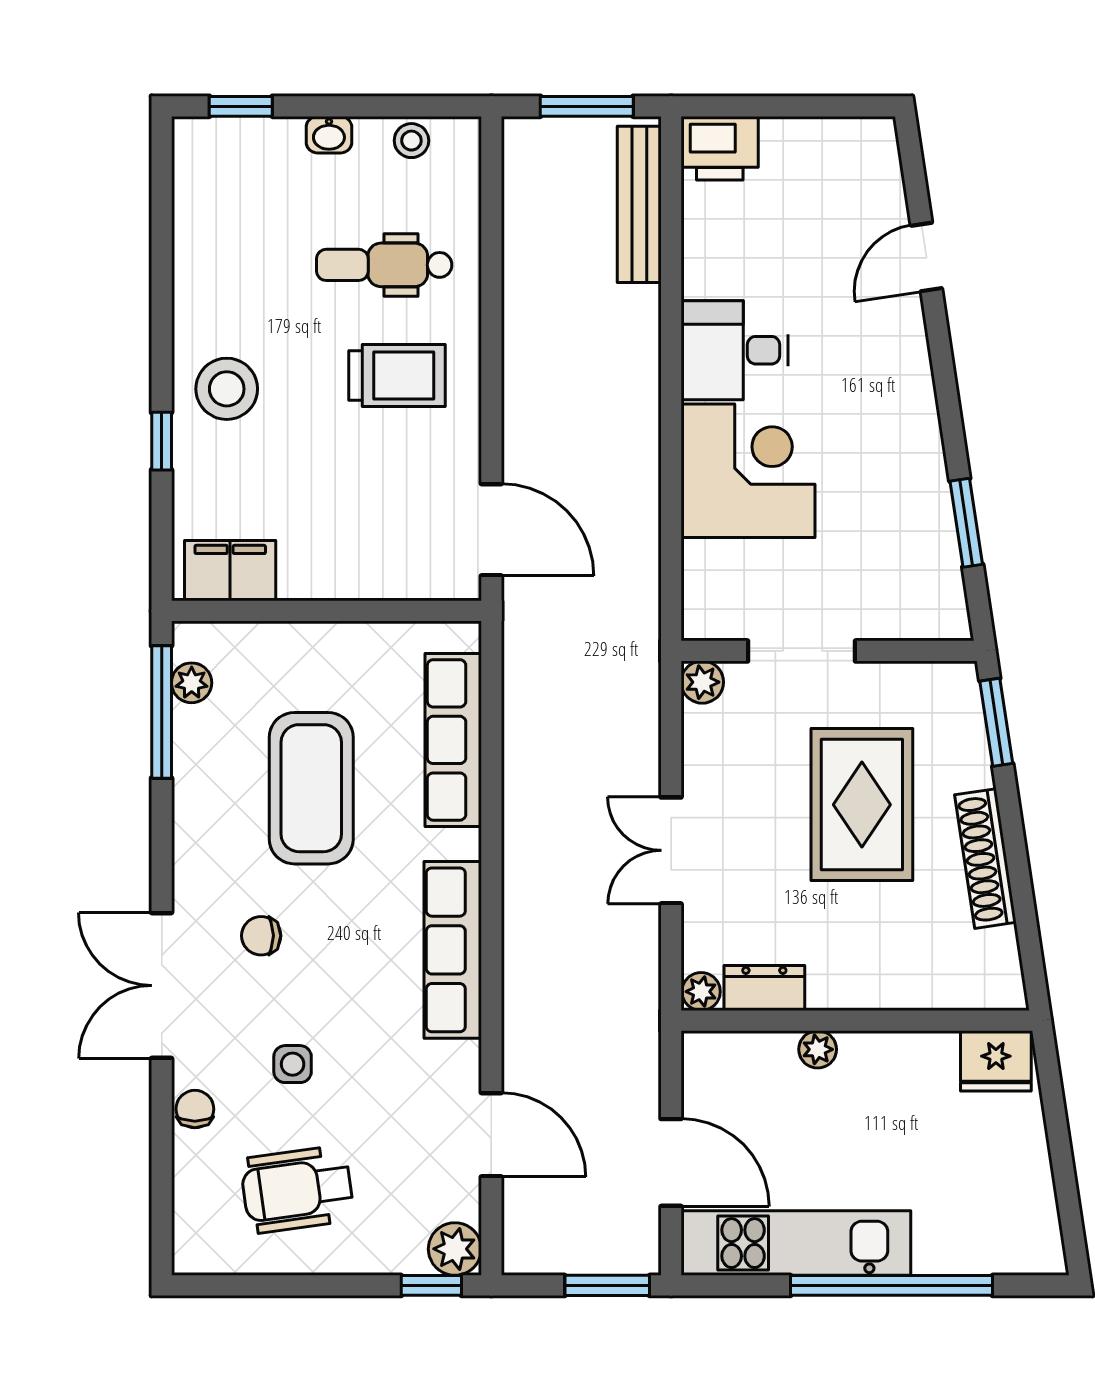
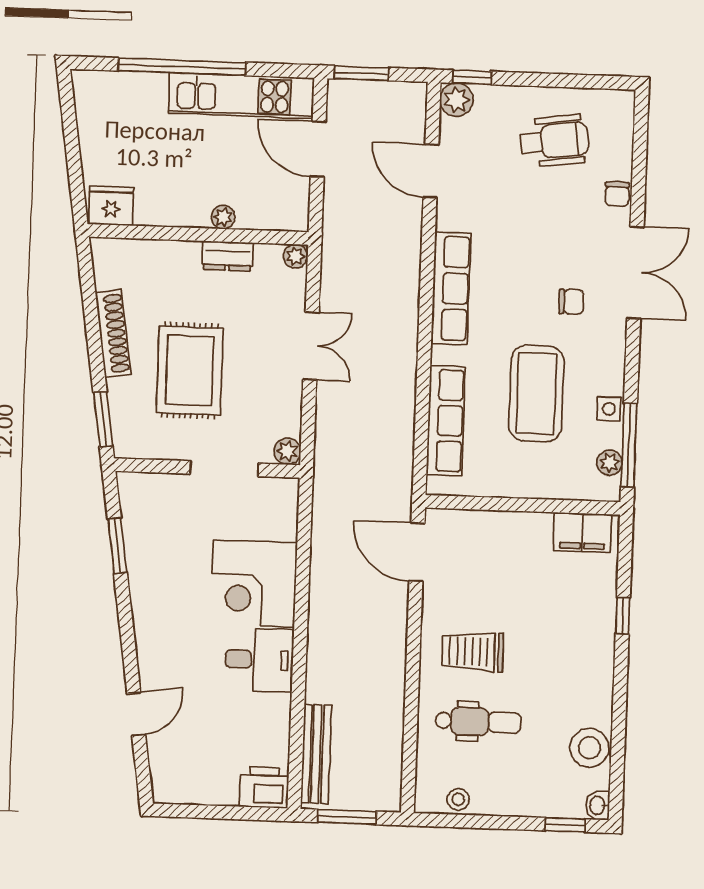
washbasin: (329, 135) -> (598, 805), moved, turned -90
stool: (227, 389) -> (589, 748), moved
dresser: (764, 988) -> (227, 256), moved
side table: (293, 1064) -> (609, 409), moved

